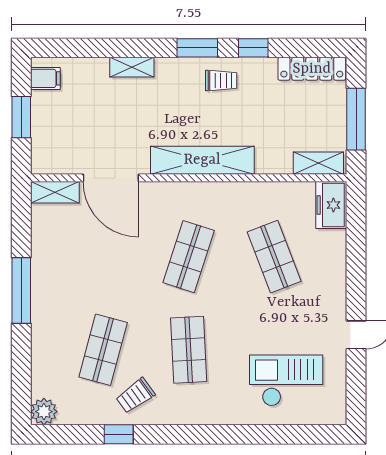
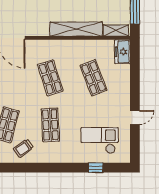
shelving: (202, 160) -> (76, 29), moved
shop shelf: (189, 257) -> (50, 78), turned -36
window: (119, 434) -> (96, 168), moved

